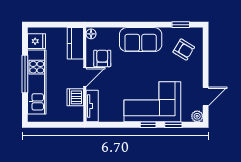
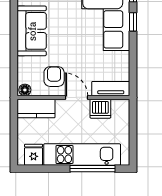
armchair: (102, 58) -> (54, 77), turned 90
window: (25, 74) -> (93, 169), moved

